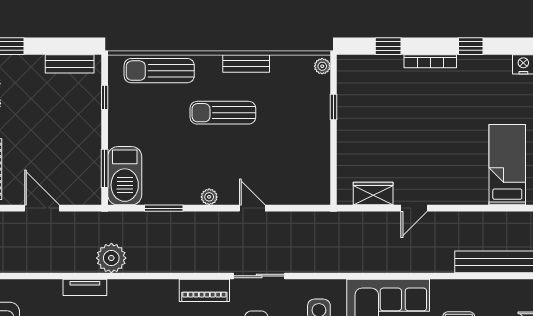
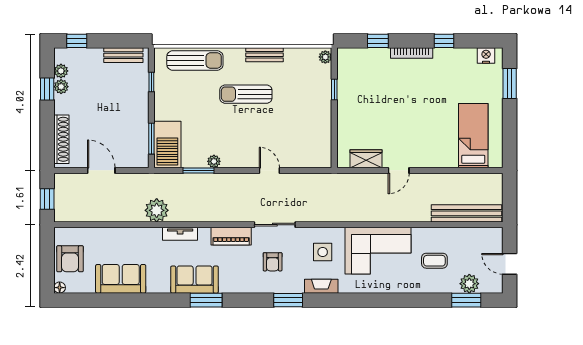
sun lounger: (159, 71) -> (195, 60), turned 180
plant: (209, 197) -> (214, 161), moved
tv unit: (85, 287) -> (180, 234), moved

